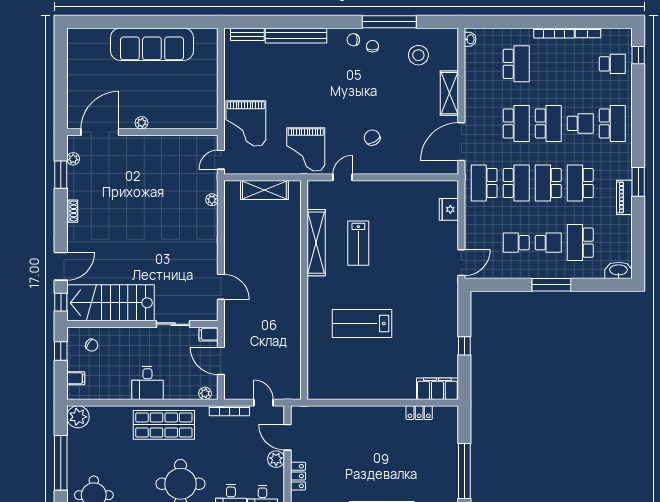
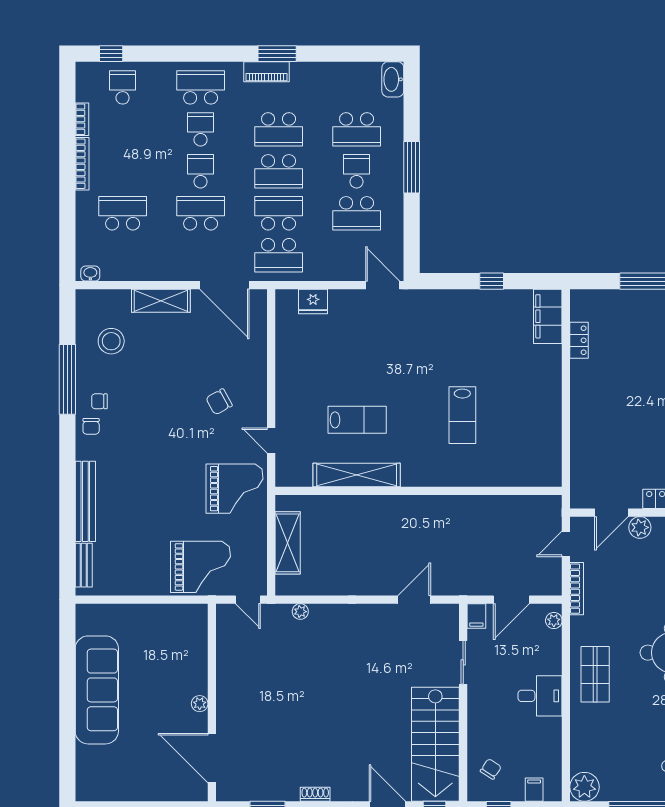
school desk: (548, 123) -> (201, 171), width x0.54
plant: (73, 159) -> (247, 793), removed
piano: (624, 197) -> (266, 72), moved
school desk: (516, 243) -> (357, 213), width x1.85
lab bench: (362, 323) -> (462, 415), width x0.73, depth x0.72
shop shelf: (164, 425) -> (595, 674), width x0.70, depth x0.74

